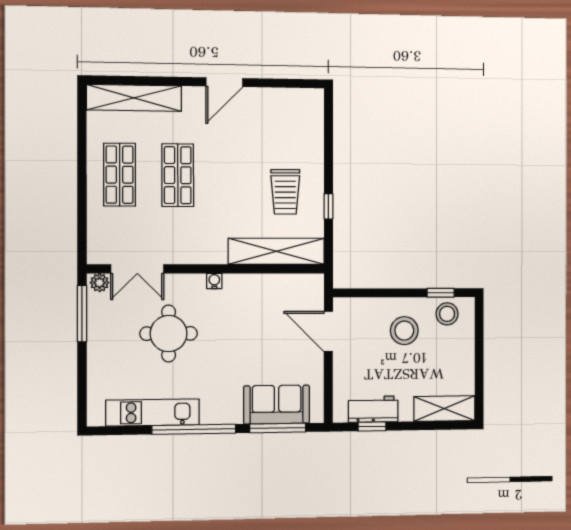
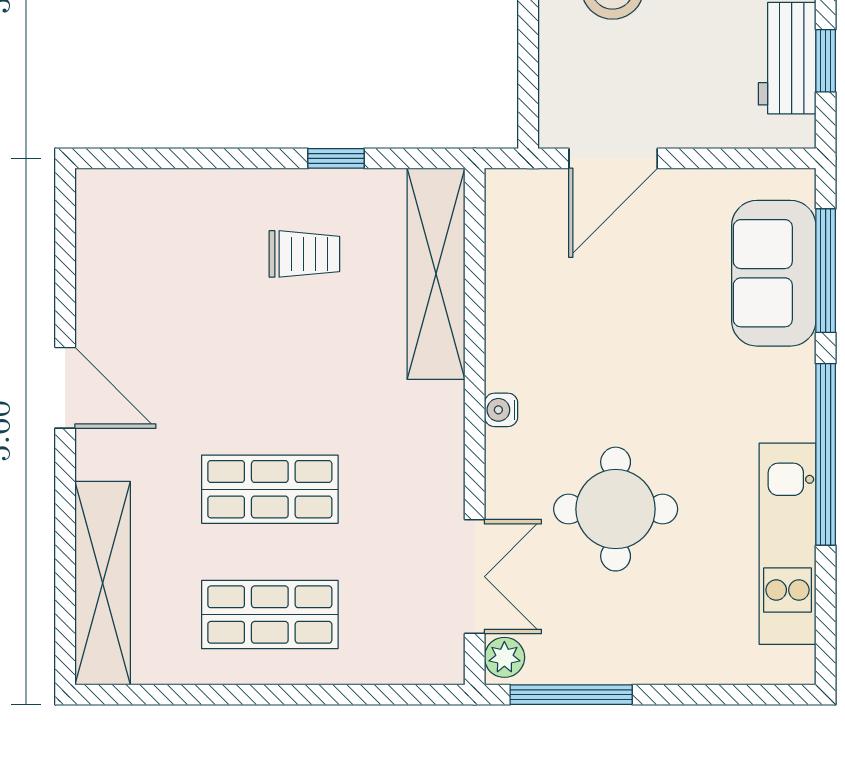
trolley: (285, 192) -> (304, 254), width x0.73, depth x0.72

